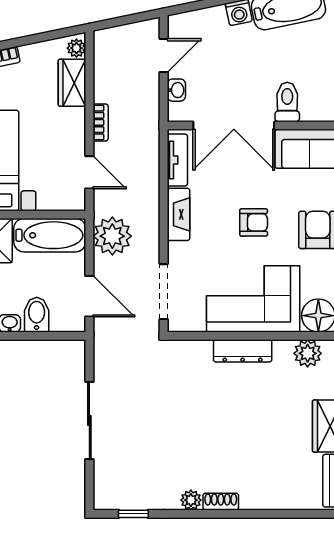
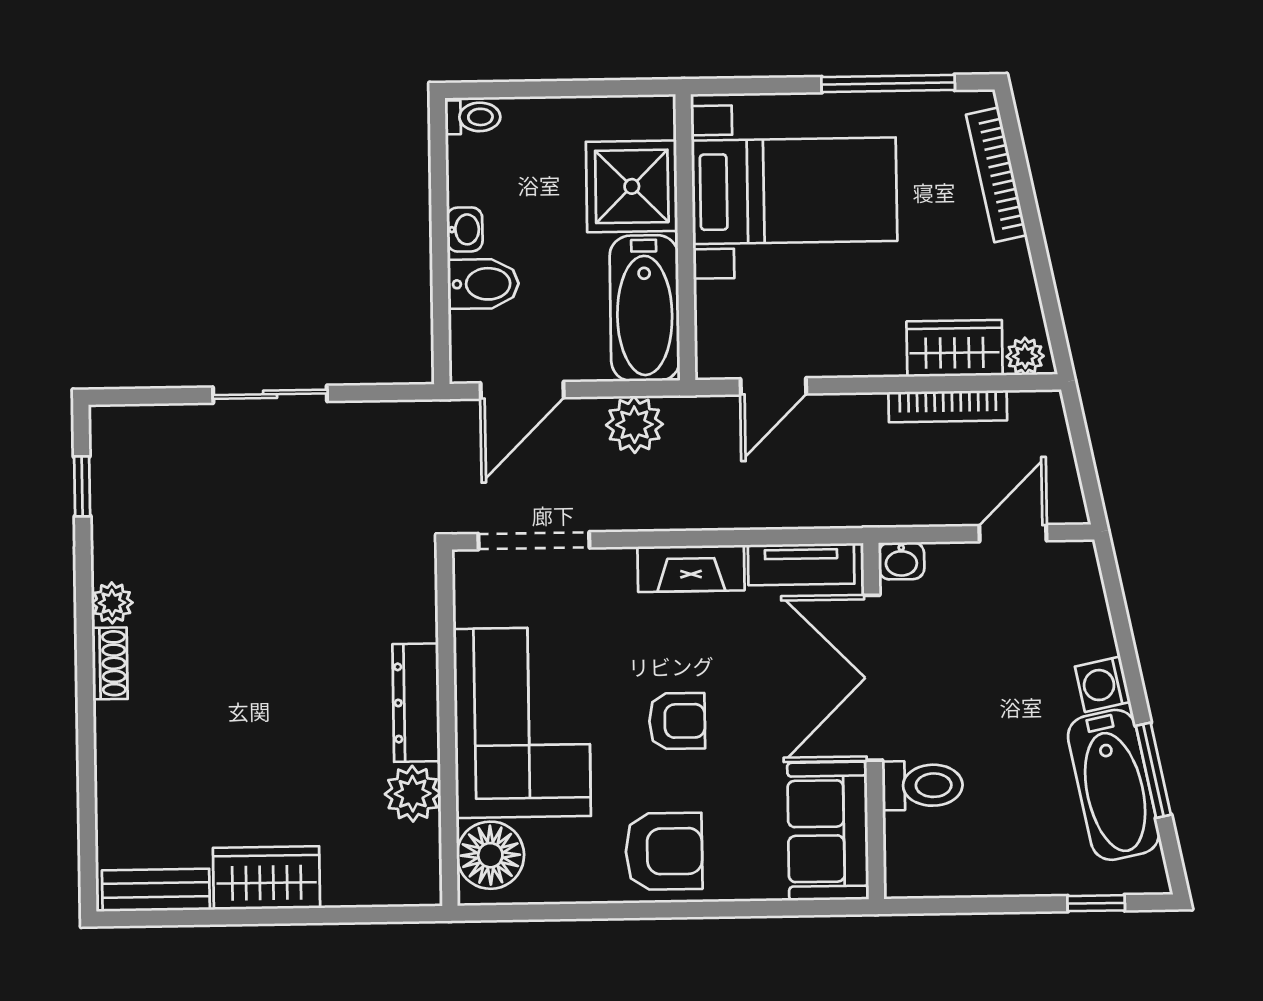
door: (164, 55) -> (1013, 533), swing flipped
washbasin: (176, 90) -> (901, 561), moved
bookcase: (101, 122) -> (948, 406), moved, width x1.56
armchair: (254, 222) -> (677, 721), turned -90
plant: (112, 236) -> (634, 425), width x0.73, depth x0.73
plant: (308, 353) -> (413, 794), moved
sliding door: (89, 421) -> (270, 394), width x0.73

